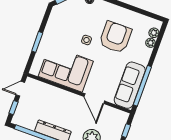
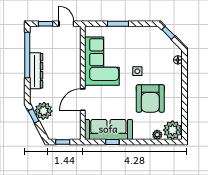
plant: (154, 33) -> (173, 130), width x1.87, depth x1.87
armchair: (115, 37) -> (150, 98), turned 90
window: (142, 86) -> (112, 142), width x0.32

